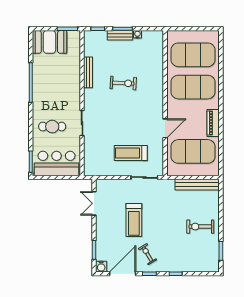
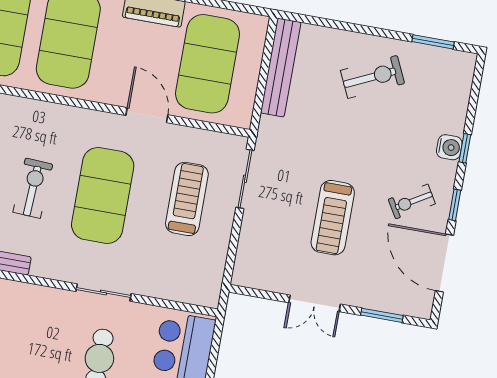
exercise mat: (126, 115) -> (103, 195), added
treadmill: (131, 153) -> (187, 199), turned 180
double door: (94, 203) -> (315, 303), moved
treadmill: (134, 220) -> (333, 218), turned 90
exercise bike: (200, 227) -> (373, 77), turned -115
water cooler: (101, 267) -> (449, 147), moved

